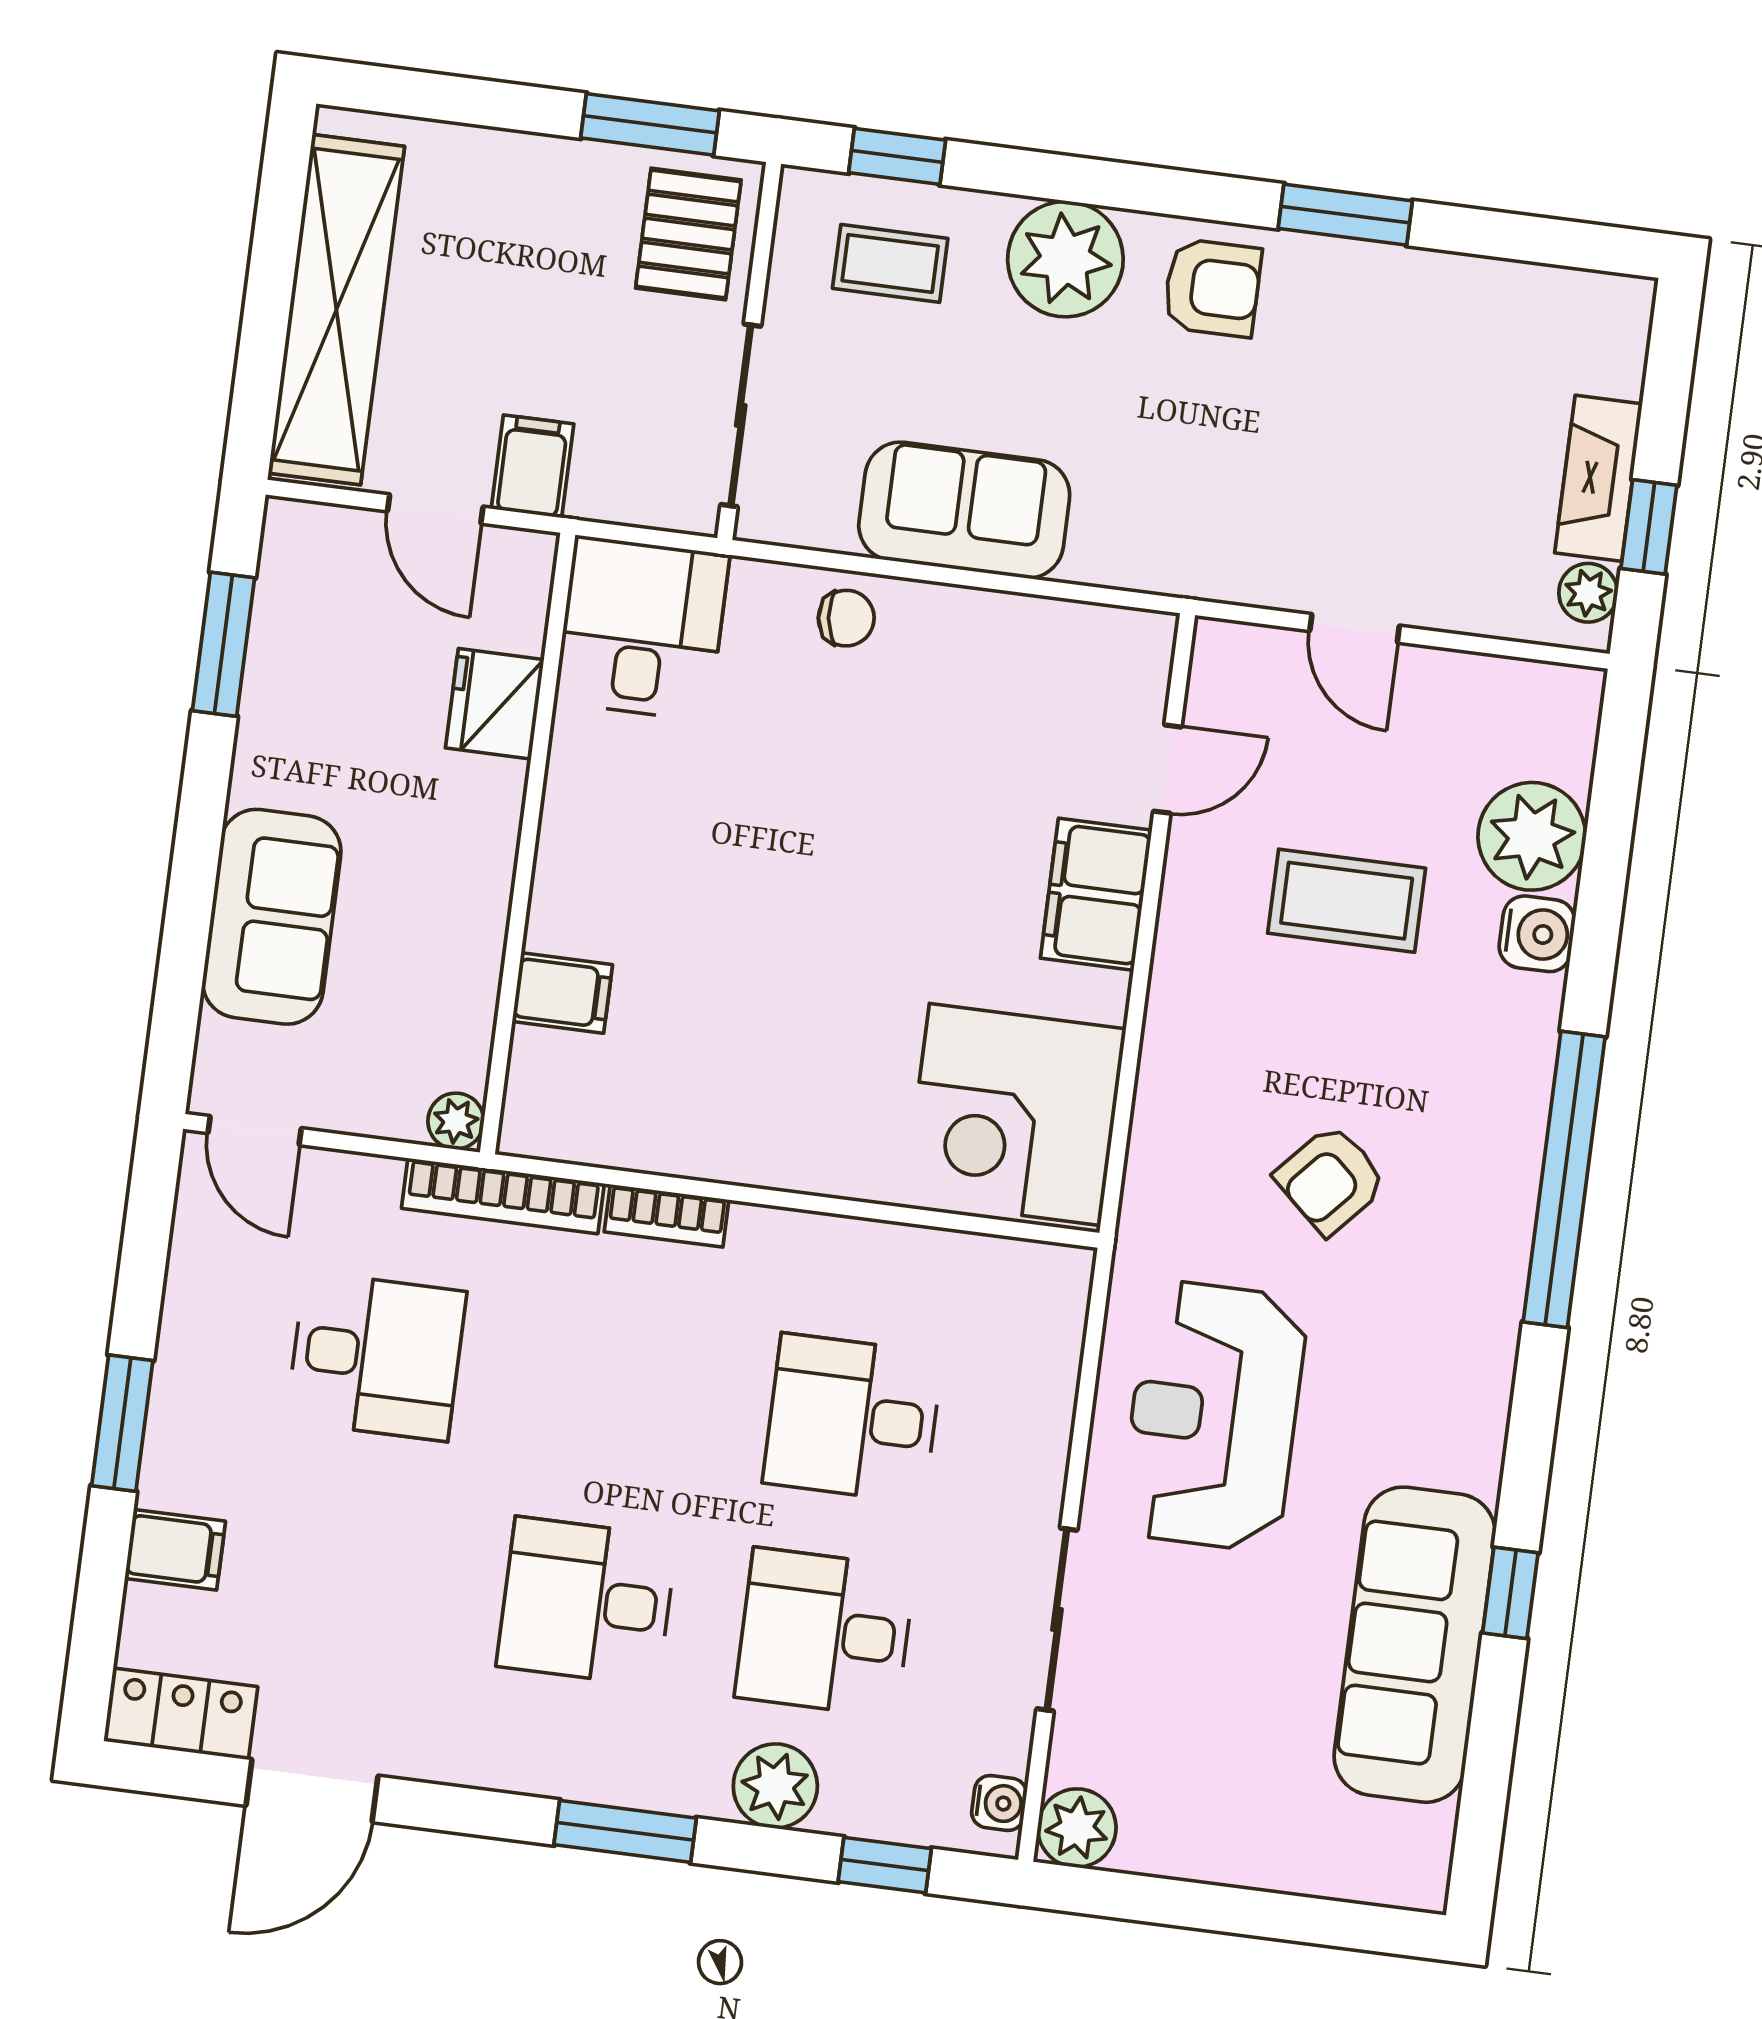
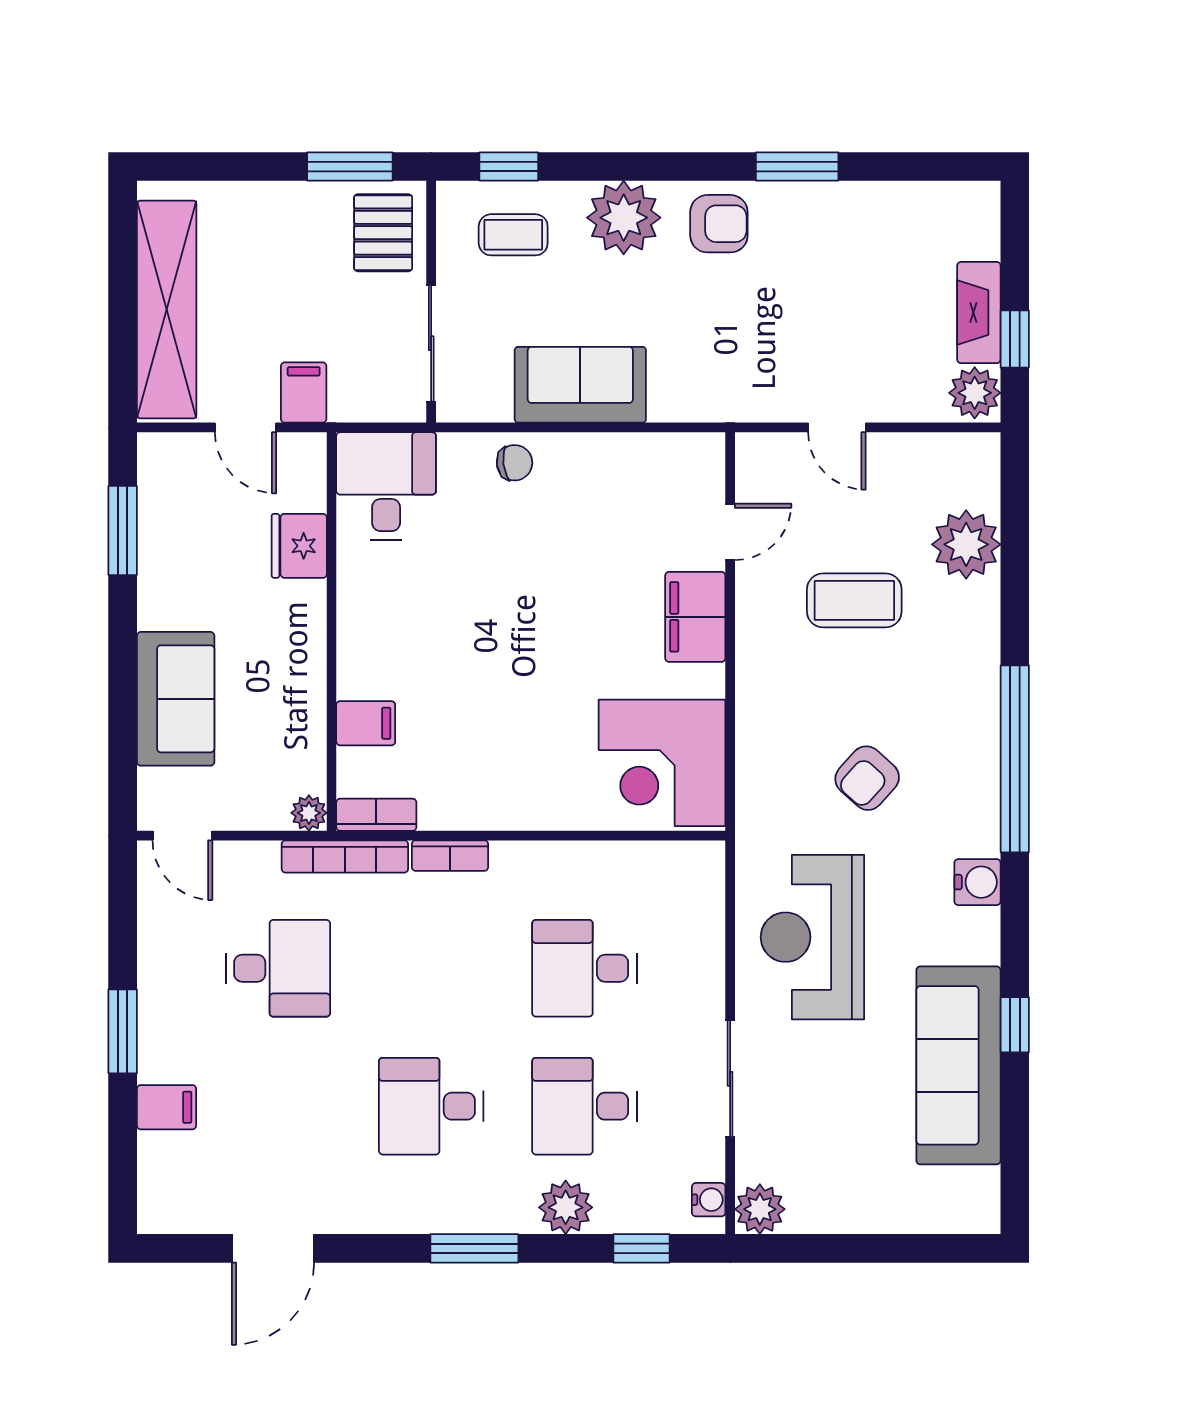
plant: (1588, 593) -> (975, 393), width x1.38, depth x1.38
water cooler: (1537, 934) -> (977, 882), moved
bookcase: (560, 1137) -> (376, 815), added
locker: (181, 1714) -> (184, 1211), removed

